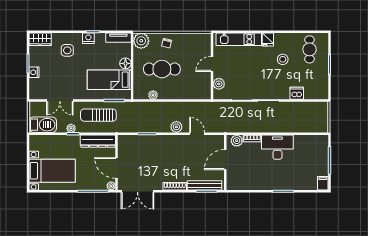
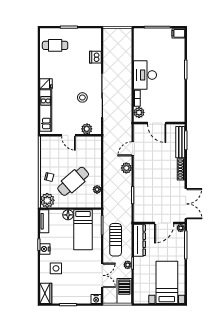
stool: (283, 59) -> (82, 97), moved
cafe table: (162, 69) -> (73, 181), turned 49
nightstand: (34, 72) -> (96, 299), moved

